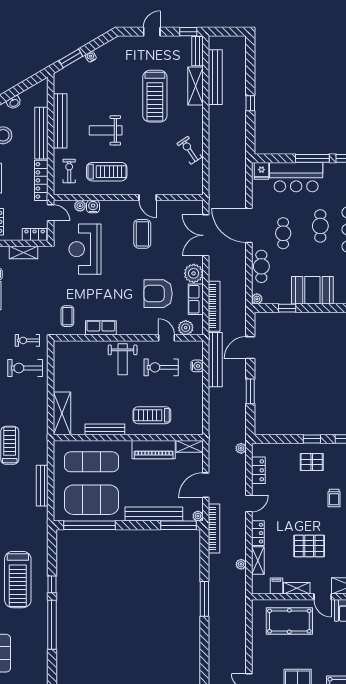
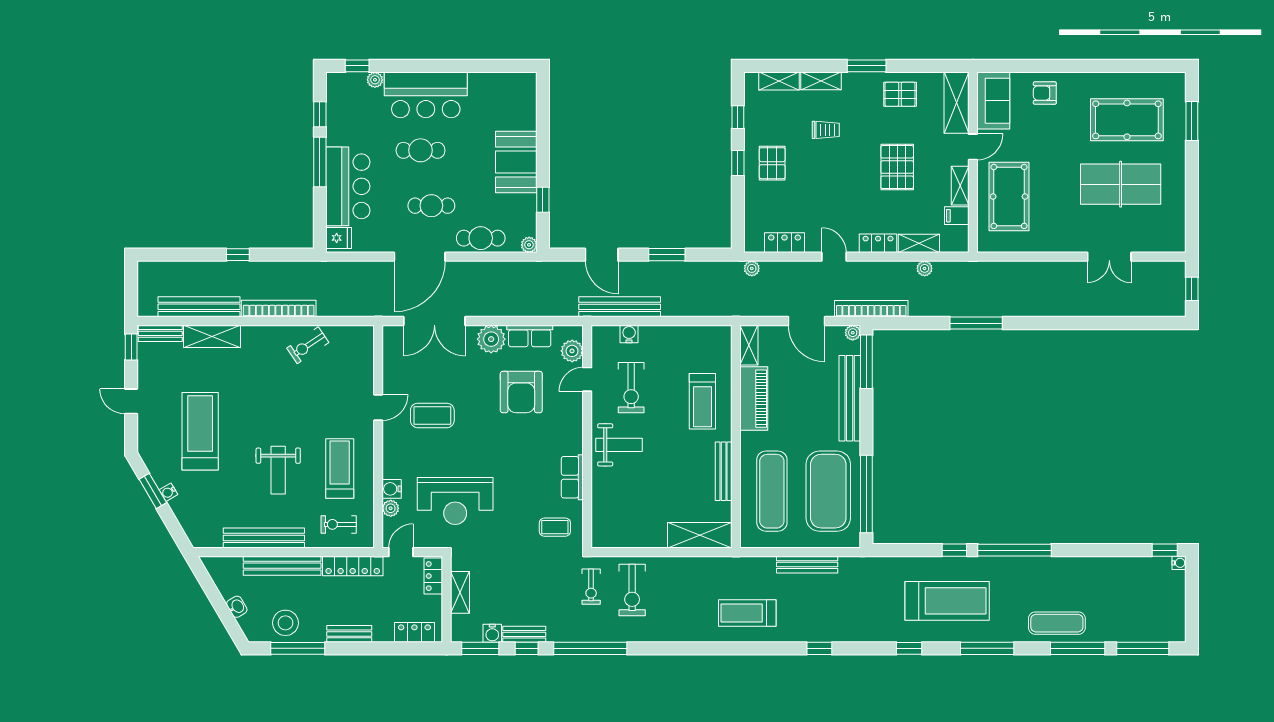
window: (71, 58) -> (153, 491), moved
treadmill: (155, 96) -> (200, 431), moved, turned -90
bookcase: (214, 306) -> (279, 309), moved

